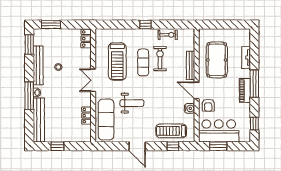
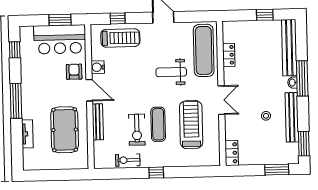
piano: (245, 90) -> (28, 92), removed

